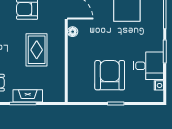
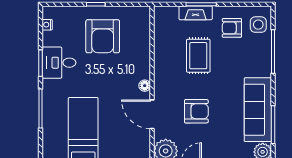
rug: (37, 50) -> (198, 56), moved
desk: (148, 66) -> (59, 63), moved

